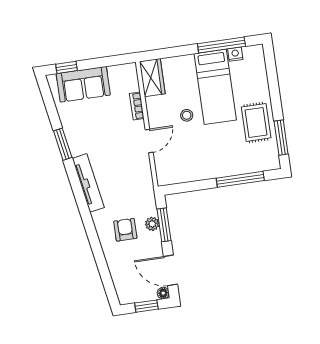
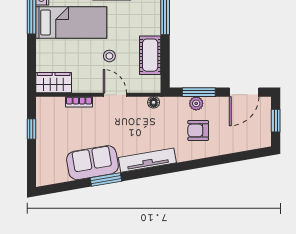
window: (67, 67) -> (31, 129), moved
sofa: (83, 84) -> (92, 163), moved, turned -100
stool: (187, 115) -> (109, 56), moved
cot: (194, 171) -> (150, 55), added
floor lamp: (163, 293) -> (154, 102), moved

